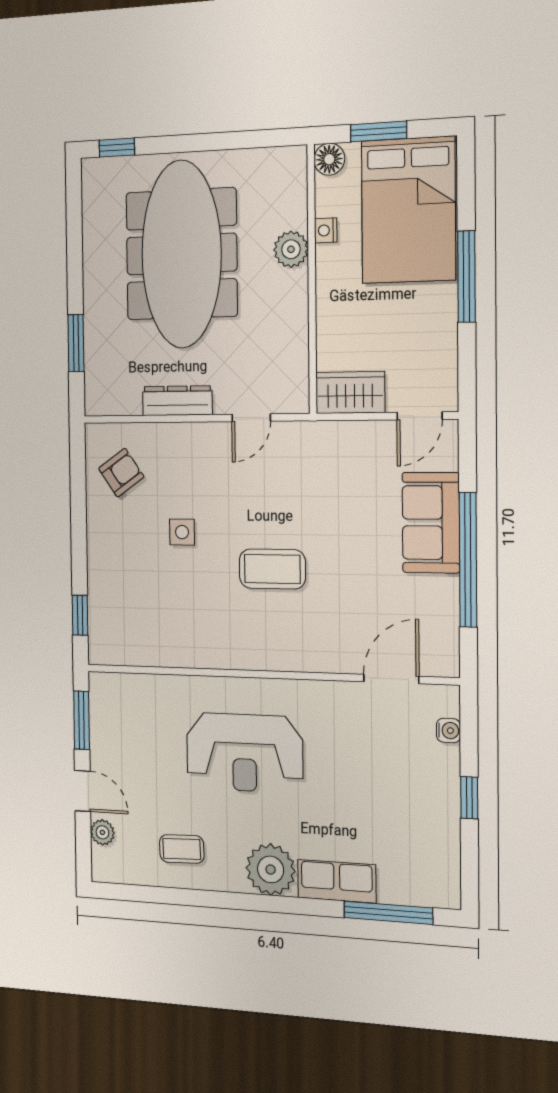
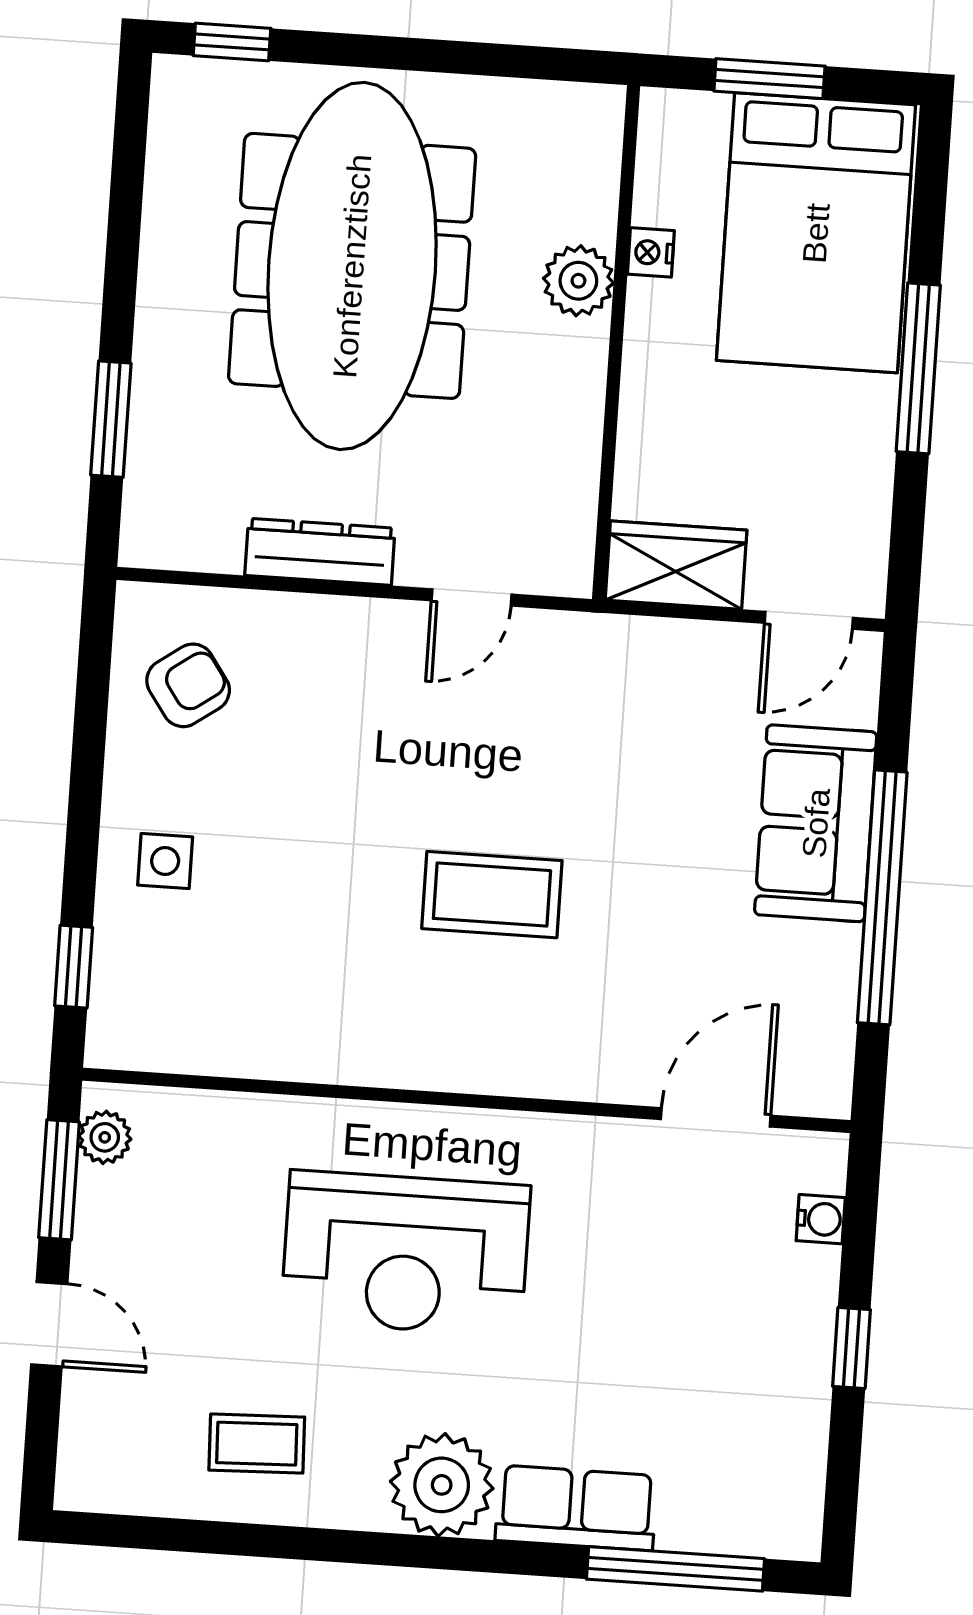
floor lamp: (329, 159) -> (668, 119), removed
side table: (182, 532) -> (165, 861), moved
plant: (102, 832) -> (105, 1137), moved

